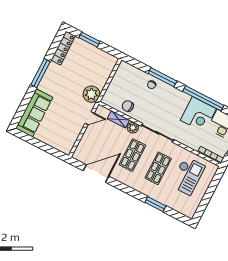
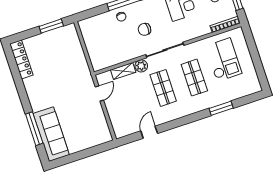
window: (89, 40) -> (51, 26), moved
window: (41, 73) -> (34, 129), moved
plant: (91, 94) -> (81, 73), removed
chair: (128, 106) -> (145, 29), moved
door: (96, 173) -> (149, 132), width x0.53

